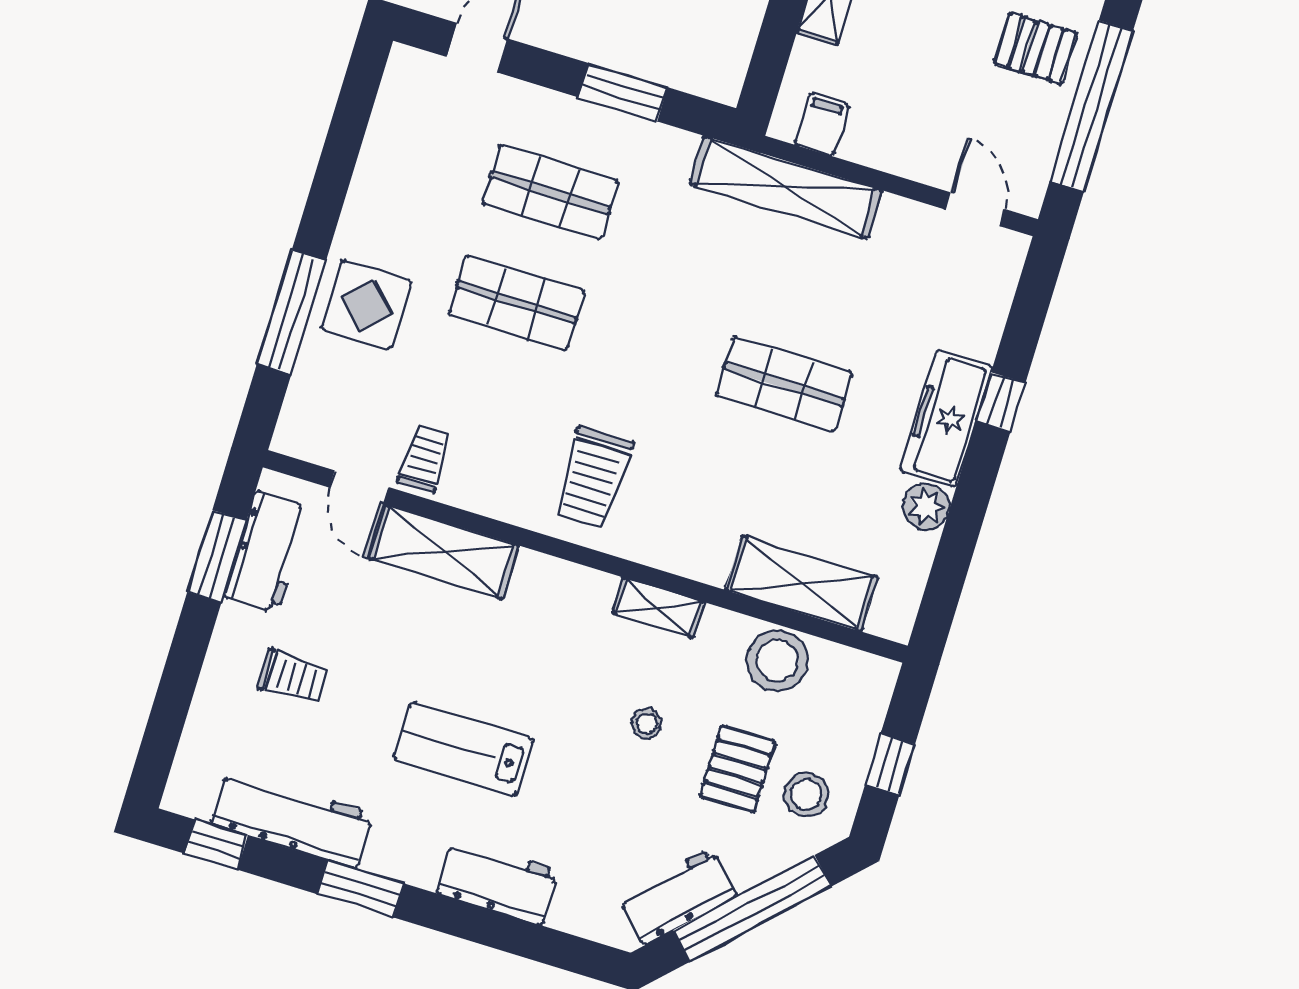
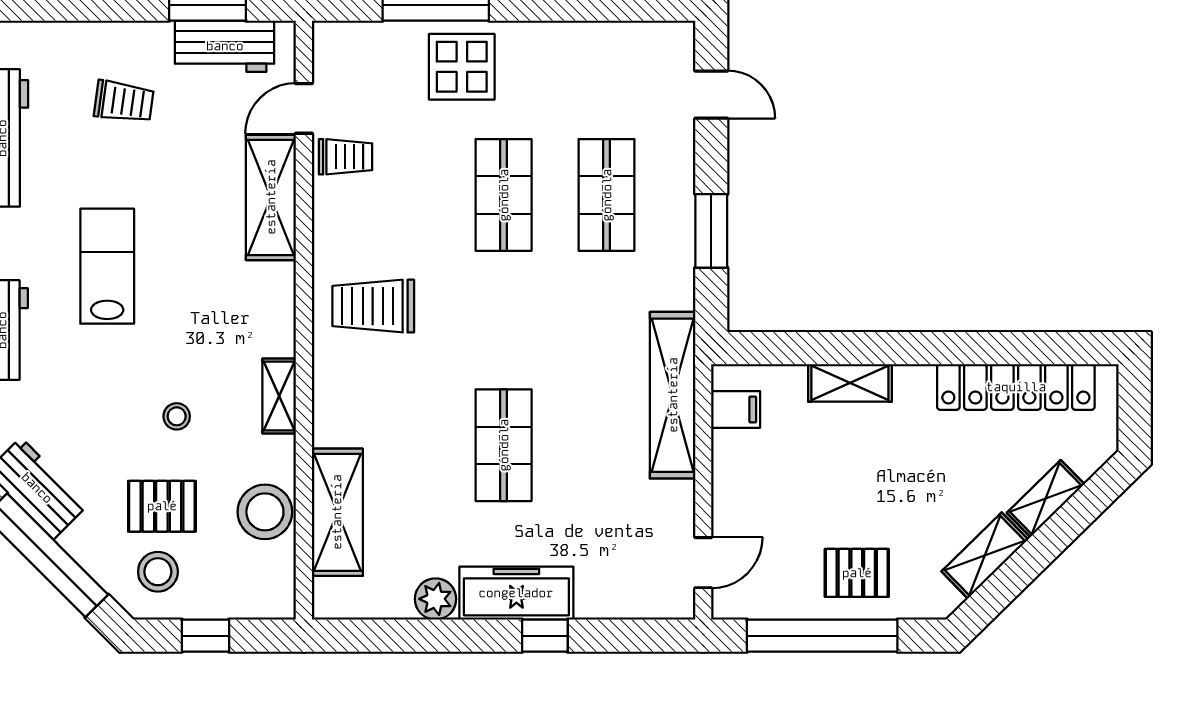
pallet: (1036, 49) -> (857, 573), turned 90
trolley: (293, 677) -> (124, 102), turned -82

